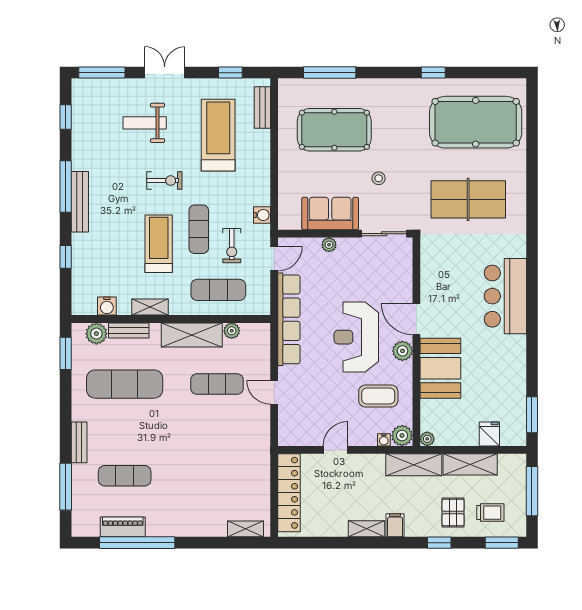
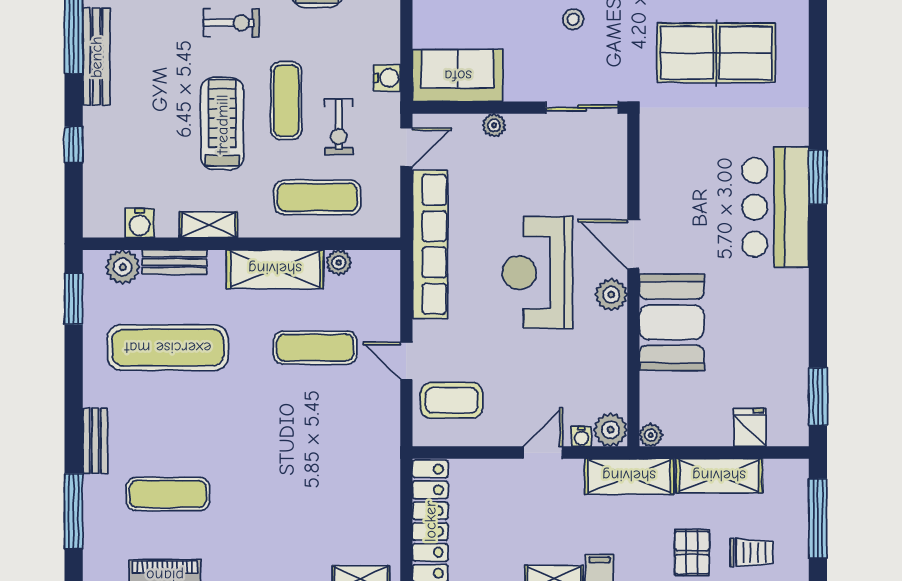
sofa: (330, 214) -> (458, 76), moved
window: (532, 277) -> (818, 177), added
coffee table: (378, 396) -> (452, 400), moved
door: (336, 450) -> (543, 453), moved

